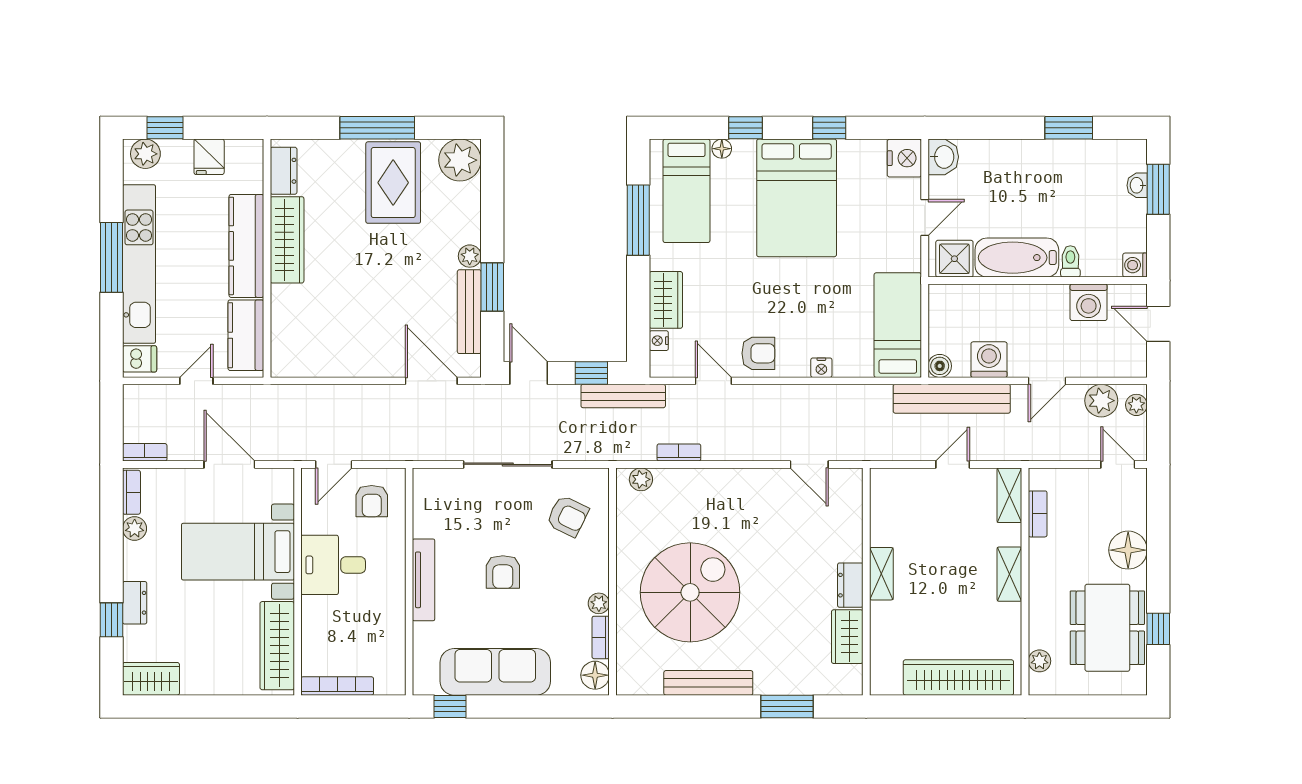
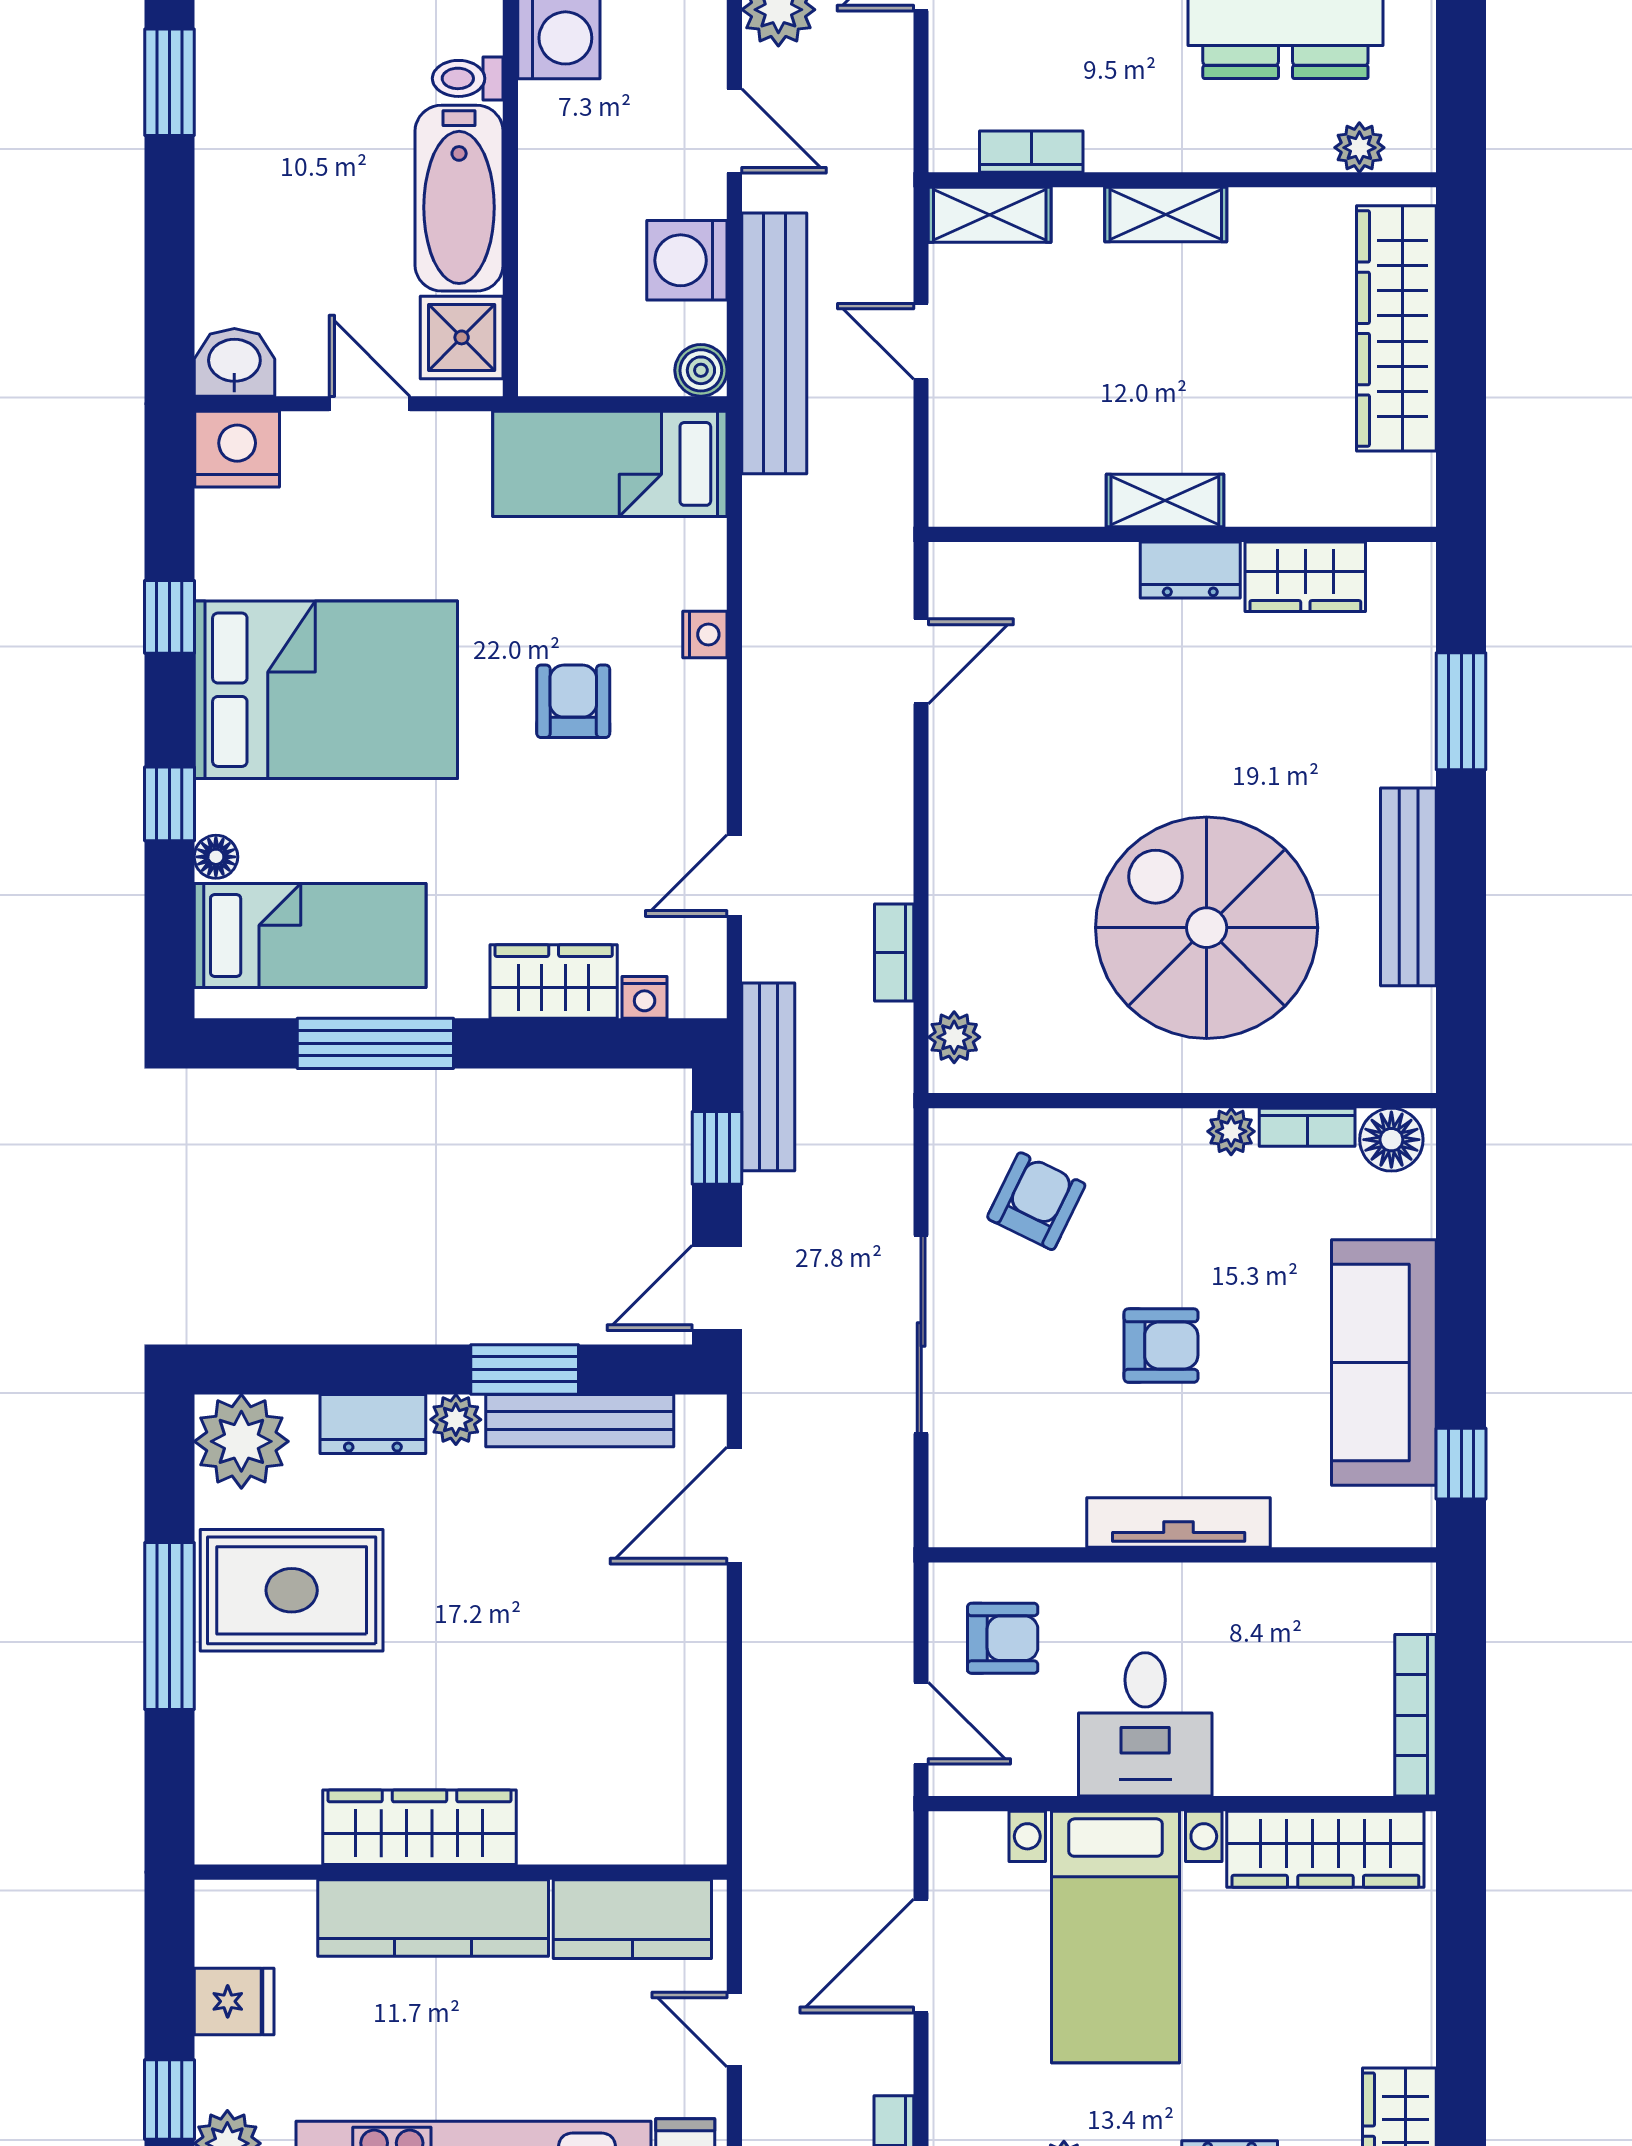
dresser: (284, 171) -> (373, 1424), moved, turned 180
armchair: (758, 353) -> (573, 701), moved

